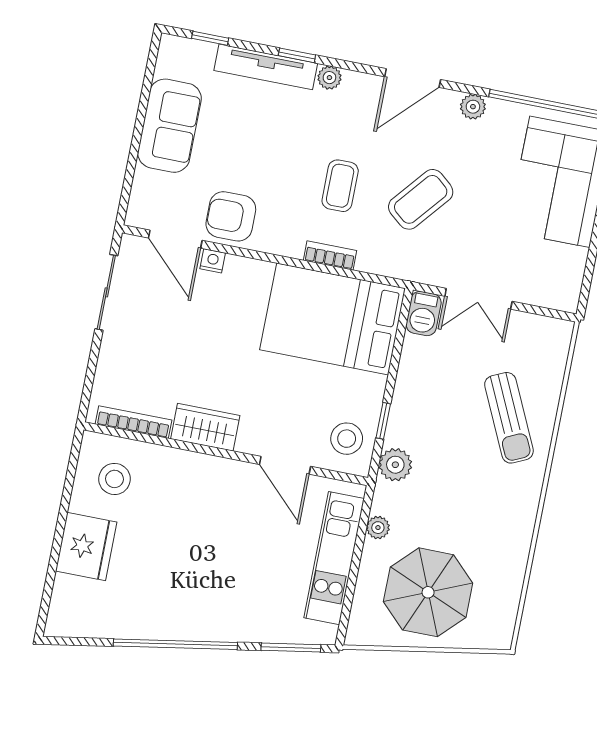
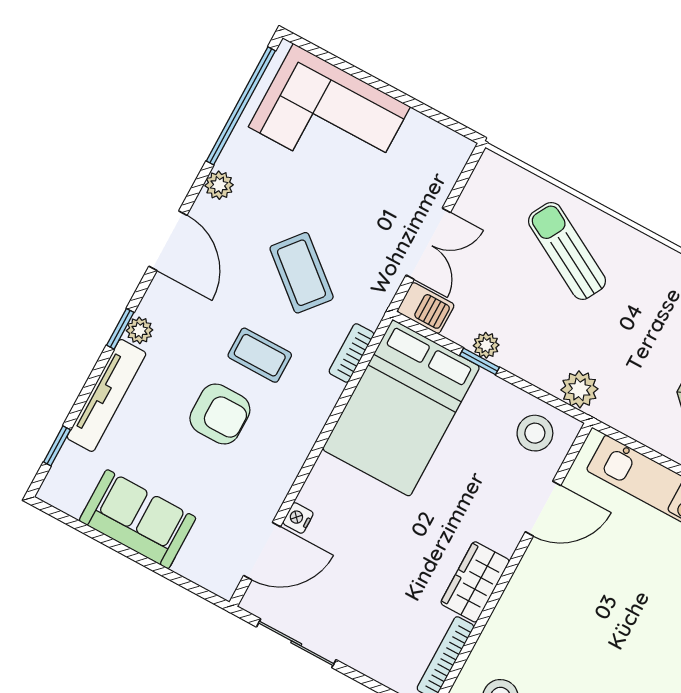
window: (297, 55) -> (120, 329), moved
armchair: (231, 216) -> (220, 414), moved, turned -90
bookcase: (330, 255) -> (351, 353), moved
sun lounger: (509, 418) -> (567, 251), turned -126
window: (383, 421) -> (480, 361), moved
plant: (378, 528) -> (486, 345), moved

